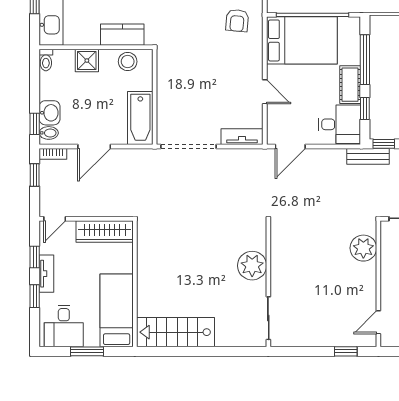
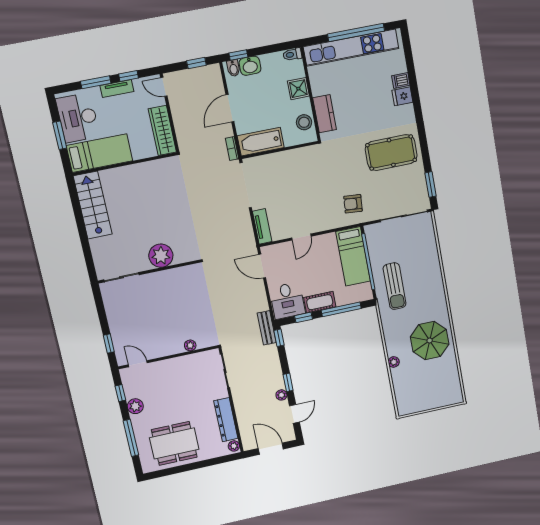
bed: (302, 40) -> (353, 256), width x0.67
door: (94, 147) -> (230, 108), hinge flipped
bookcase: (53, 154) -> (232, 149), moved
plant: (363, 248) -> (190, 345), width x0.53, depth x0.53
window: (35, 296) -> (96, 82), width x1.50
desk: (64, 326) -> (78, 118), width x1.37

